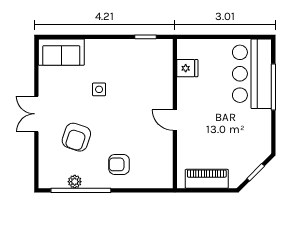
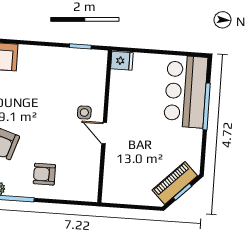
fridge: (187, 68) -> (122, 61), moved
side table: (99, 89) -> (84, 112), moved
piano: (207, 179) -> (175, 183), moved, turned -45

